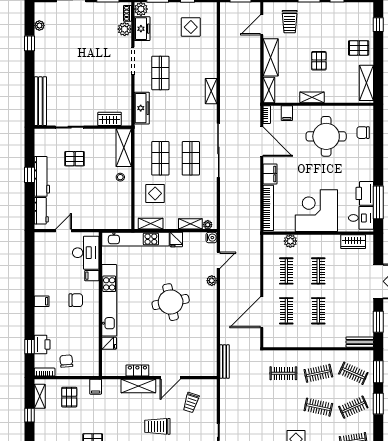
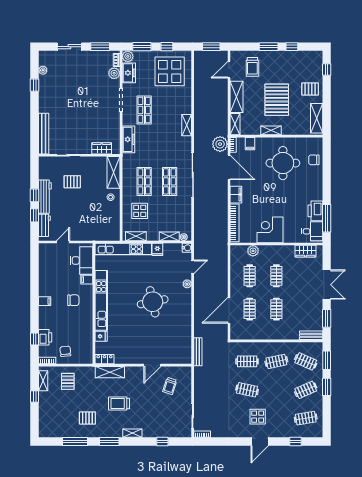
display table: (191, 27) -> (170, 71), width x1.86, depth x1.86
pallet: (319, 61) -> (277, 100), width x2.05, depth x2.00
plant: (251, 114) -> (220, 144), added
window: (29, 199) -> (35, 215), added
corner desk: (316, 211) -> (270, 230), width x0.74, depth x0.74
locker: (137, 370) -> (104, 359), moved
shelving: (138, 386) -> (110, 372), moved
filing cabinet: (96, 387) -> (90, 373), removed
clothes rail: (318, 407) -> (247, 390), moved
trolley: (157, 426) -> (119, 403), moved

